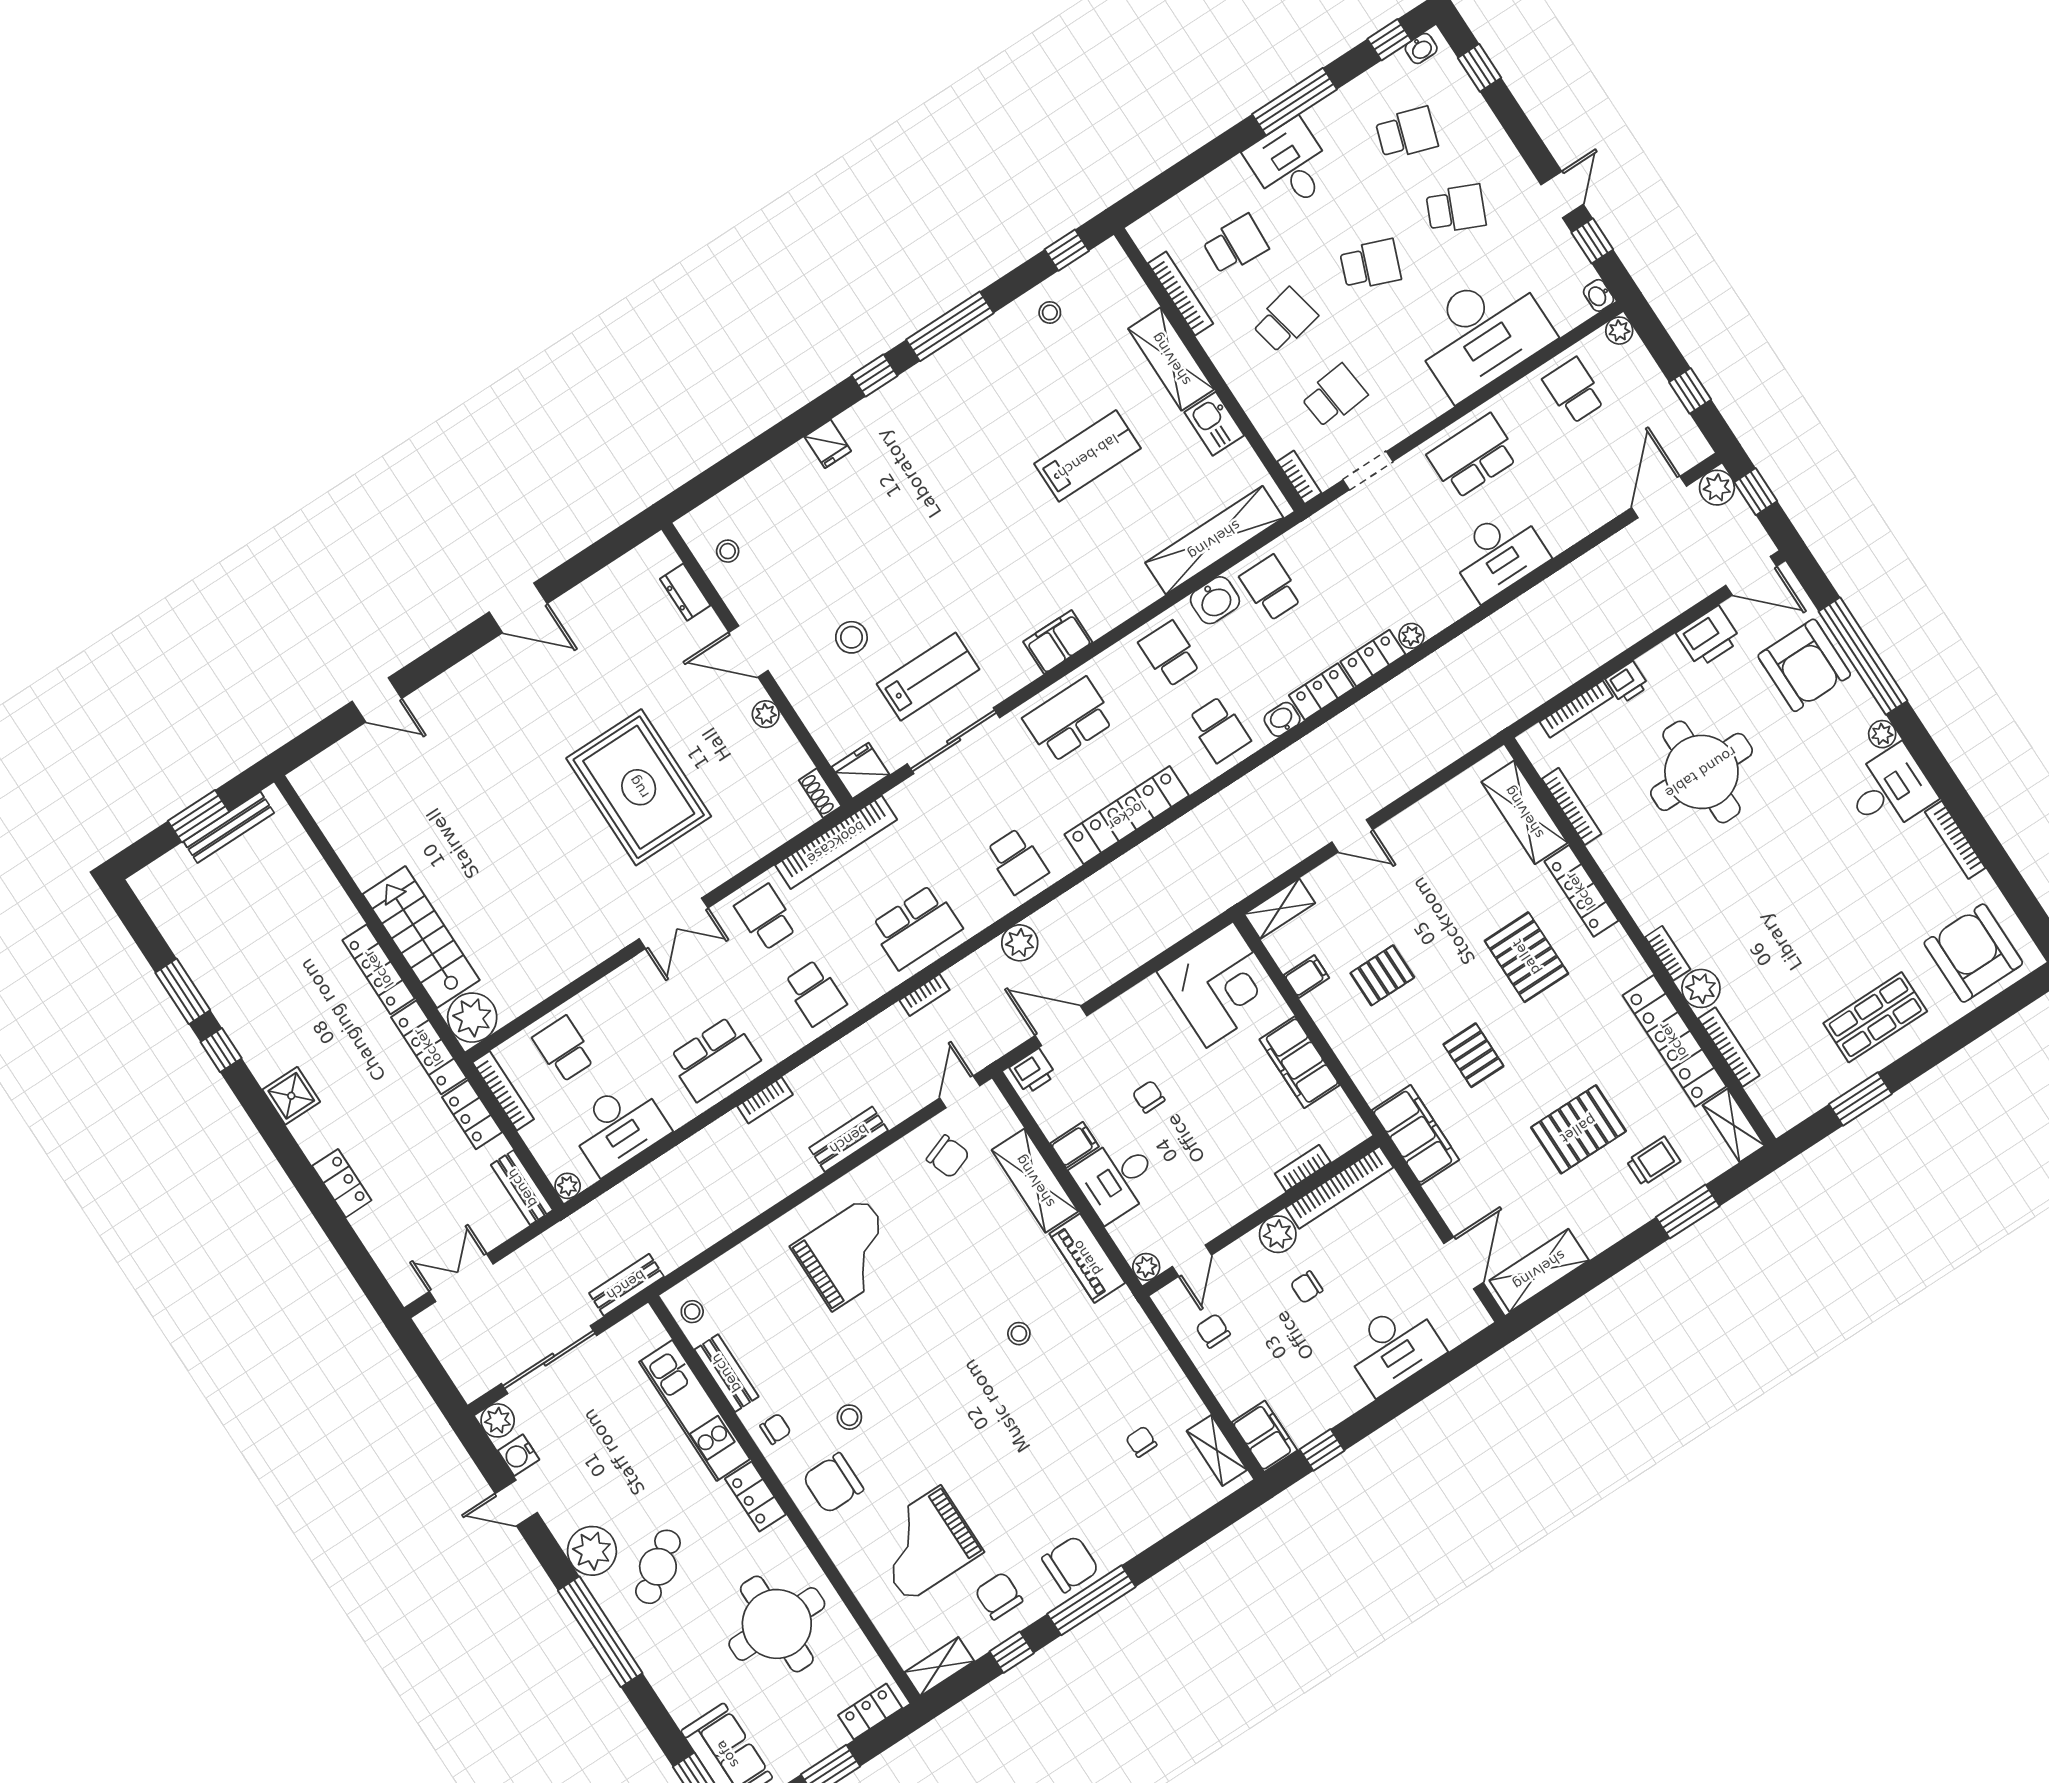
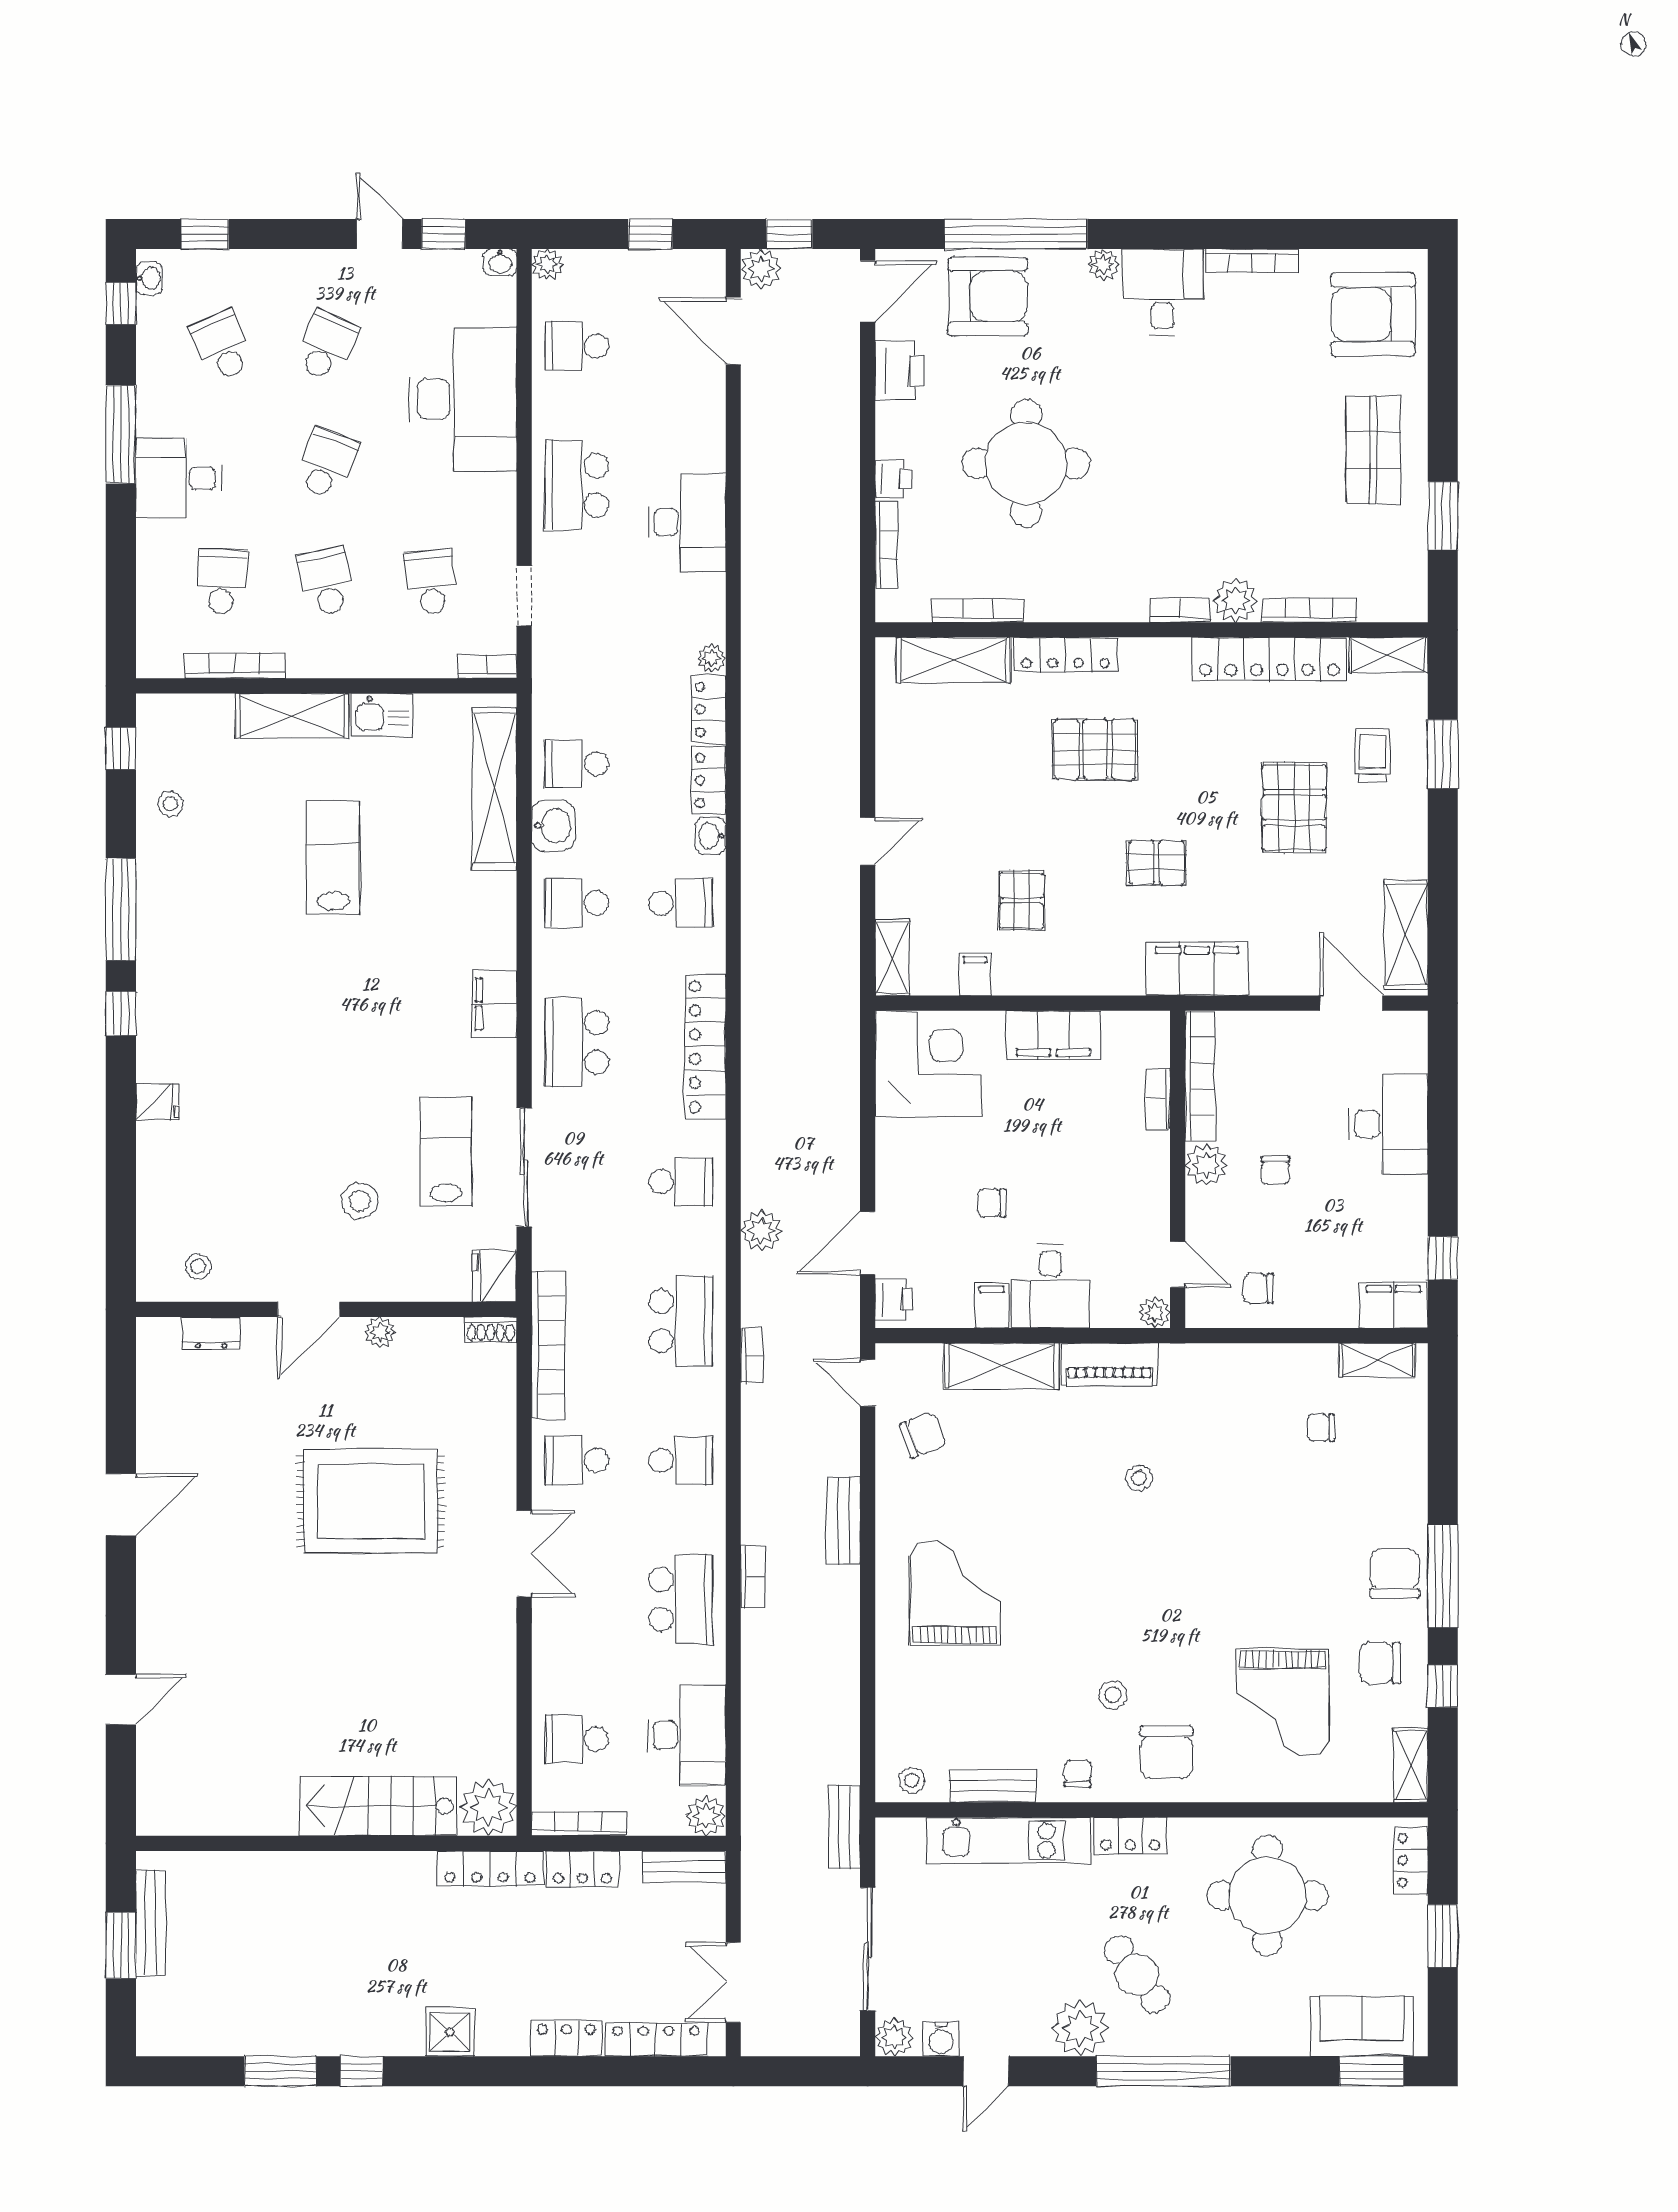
school desk: (1407, 133) -> (222, 346), turned -42
locker: (379, 969) -> (656, 2039), moved, turned 180
plant: (568, 1186) -> (706, 1816), width x1.38, depth x1.38

